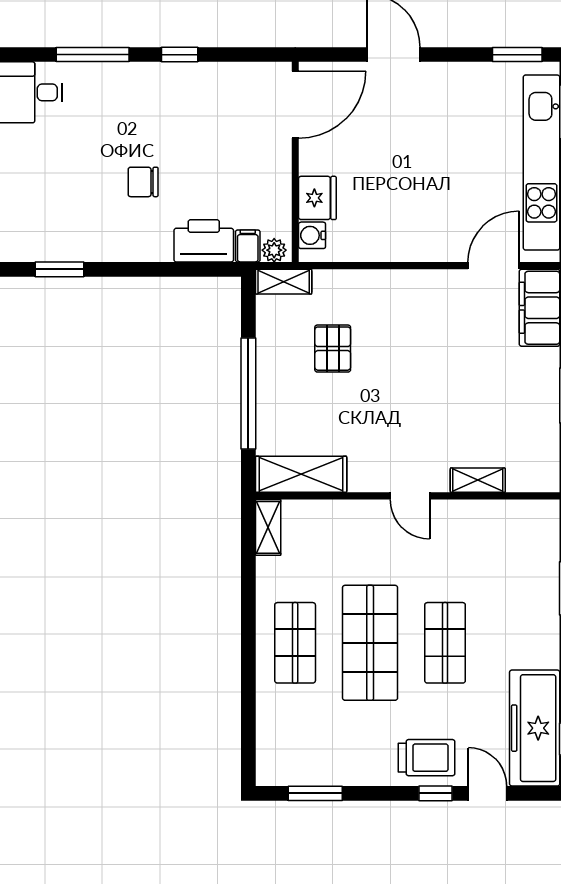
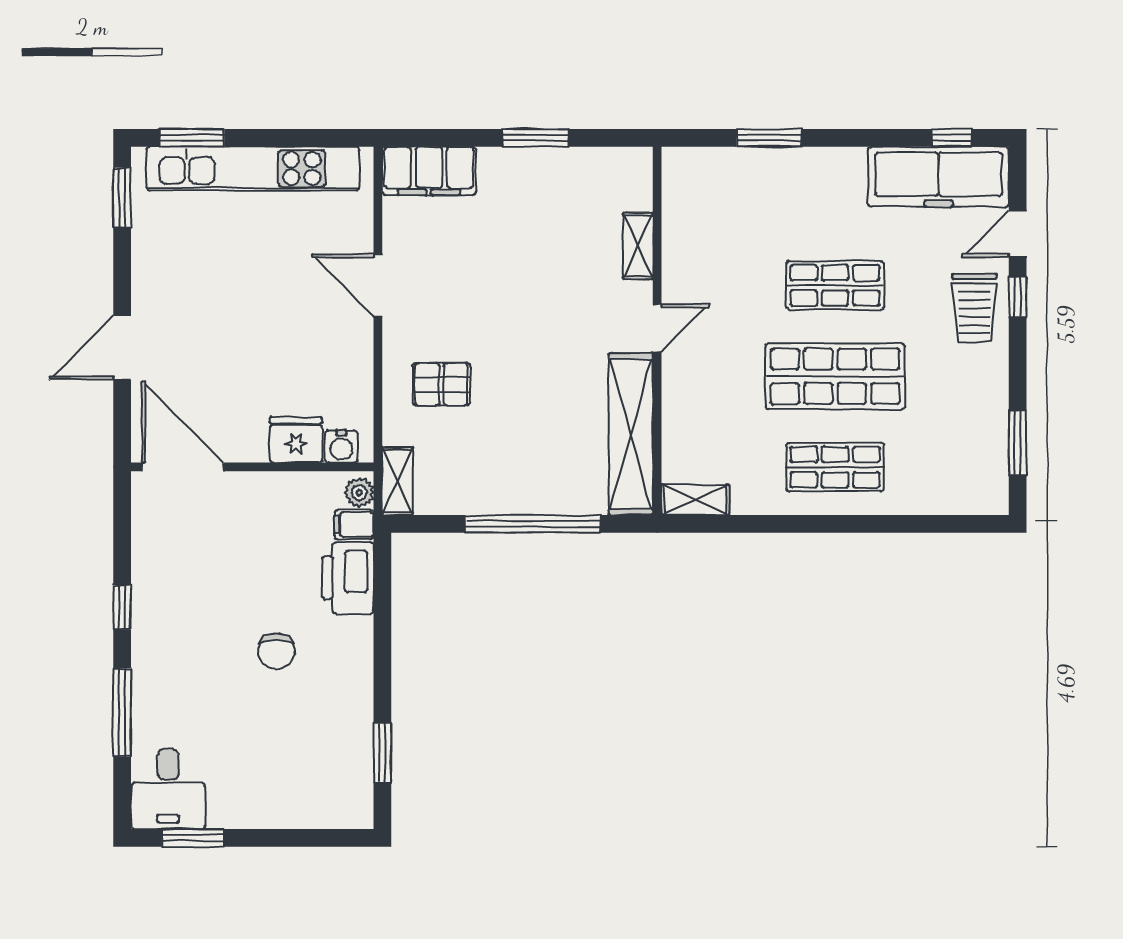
door: (494, 266) -> (378, 285), moved
pallet: (333, 349) -> (441, 384), moved
shelving: (301, 474) -> (631, 434), width x1.47
trolley: (427, 758) -> (974, 308), turned 180

